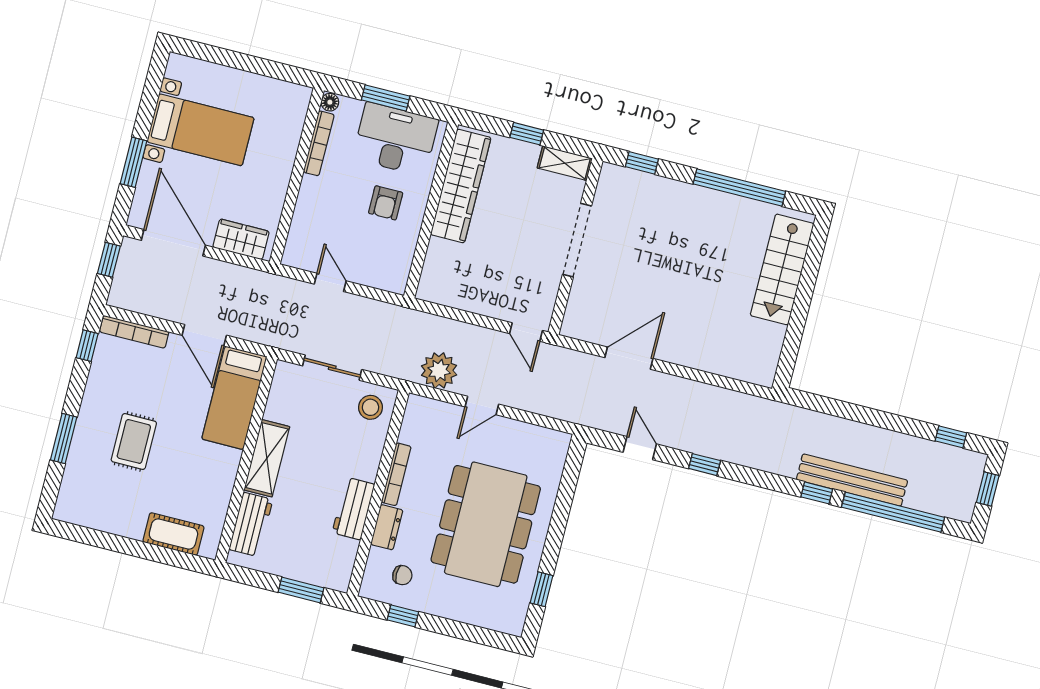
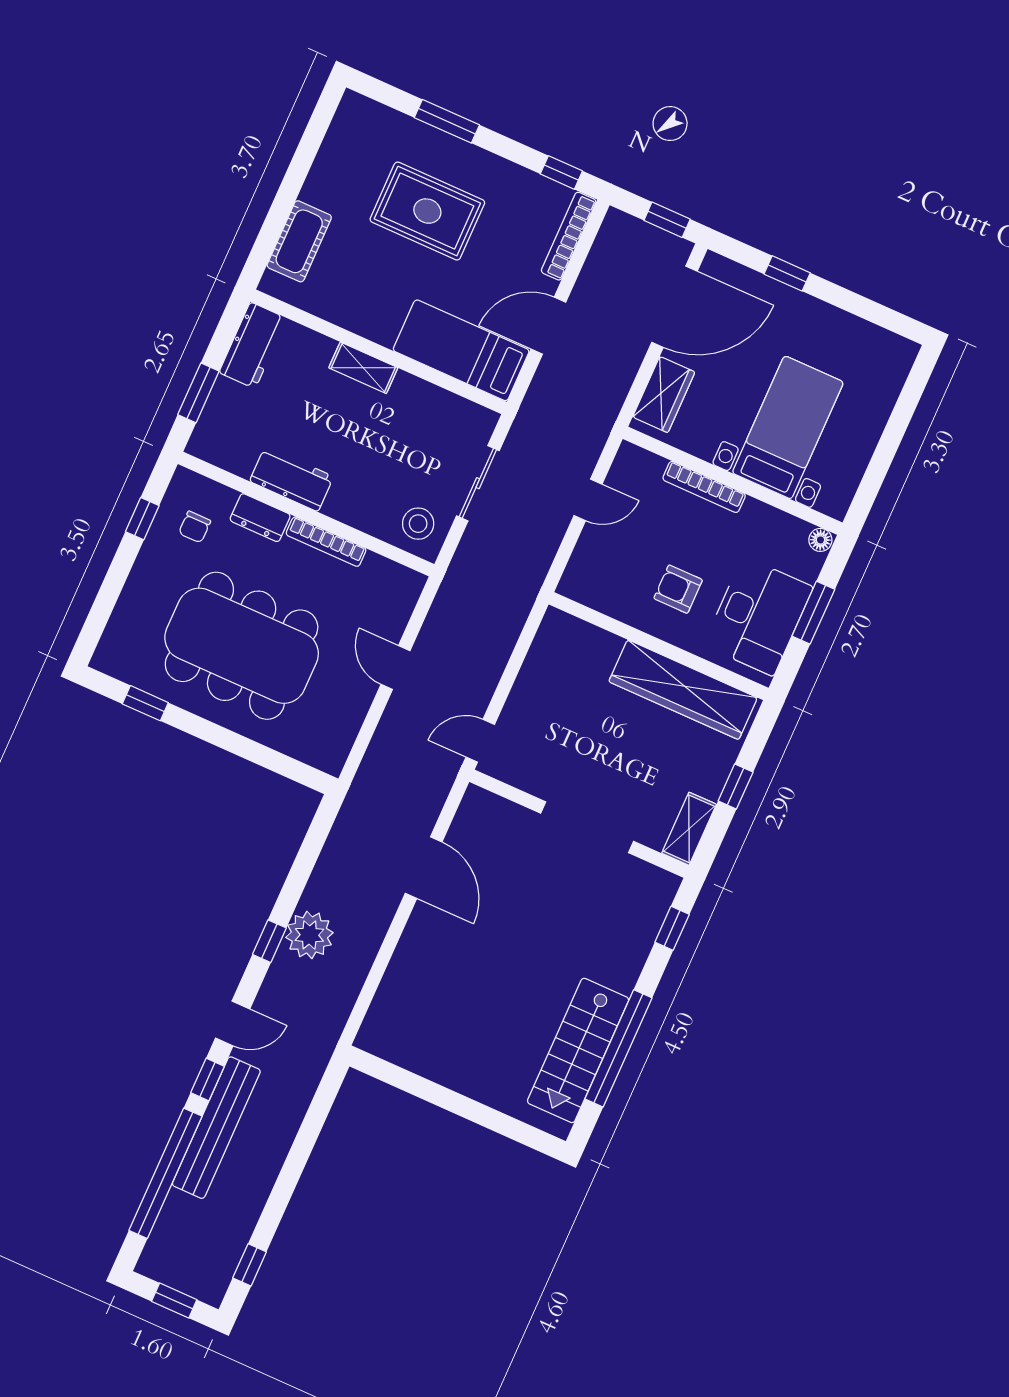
bed with nightstands: (200, 130) -> (788, 427), moved, turned 180
bookcase: (319, 143) -> (704, 487), moved
window: (134, 162) -> (787, 273), width x0.67
stairs: (782, 269) -> (578, 1050), moved, turned -90
plant: (439, 370) -> (309, 935), moved
rug: (134, 441) -> (427, 211), width x1.36, depth x1.43
door: (640, 448) -> (233, 1023), moved
shelving: (267, 458) -> (363, 368), width x0.67, depth x0.75
workbench: (251, 524) -> (253, 345), moved, turned -90

